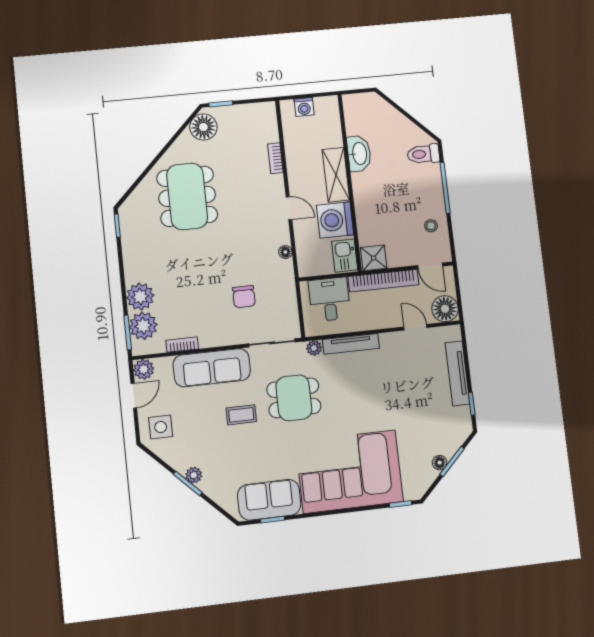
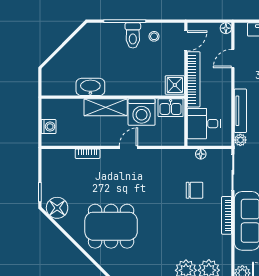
toilet: (423, 154) -> (133, 35), moved
floor lamp: (285, 252) -> (201, 154), moved
floor lamp: (445, 309) -> (226, 28), width x0.53, depth x0.53
bookcase: (182, 345) -> (227, 215), moved, width x1.56

